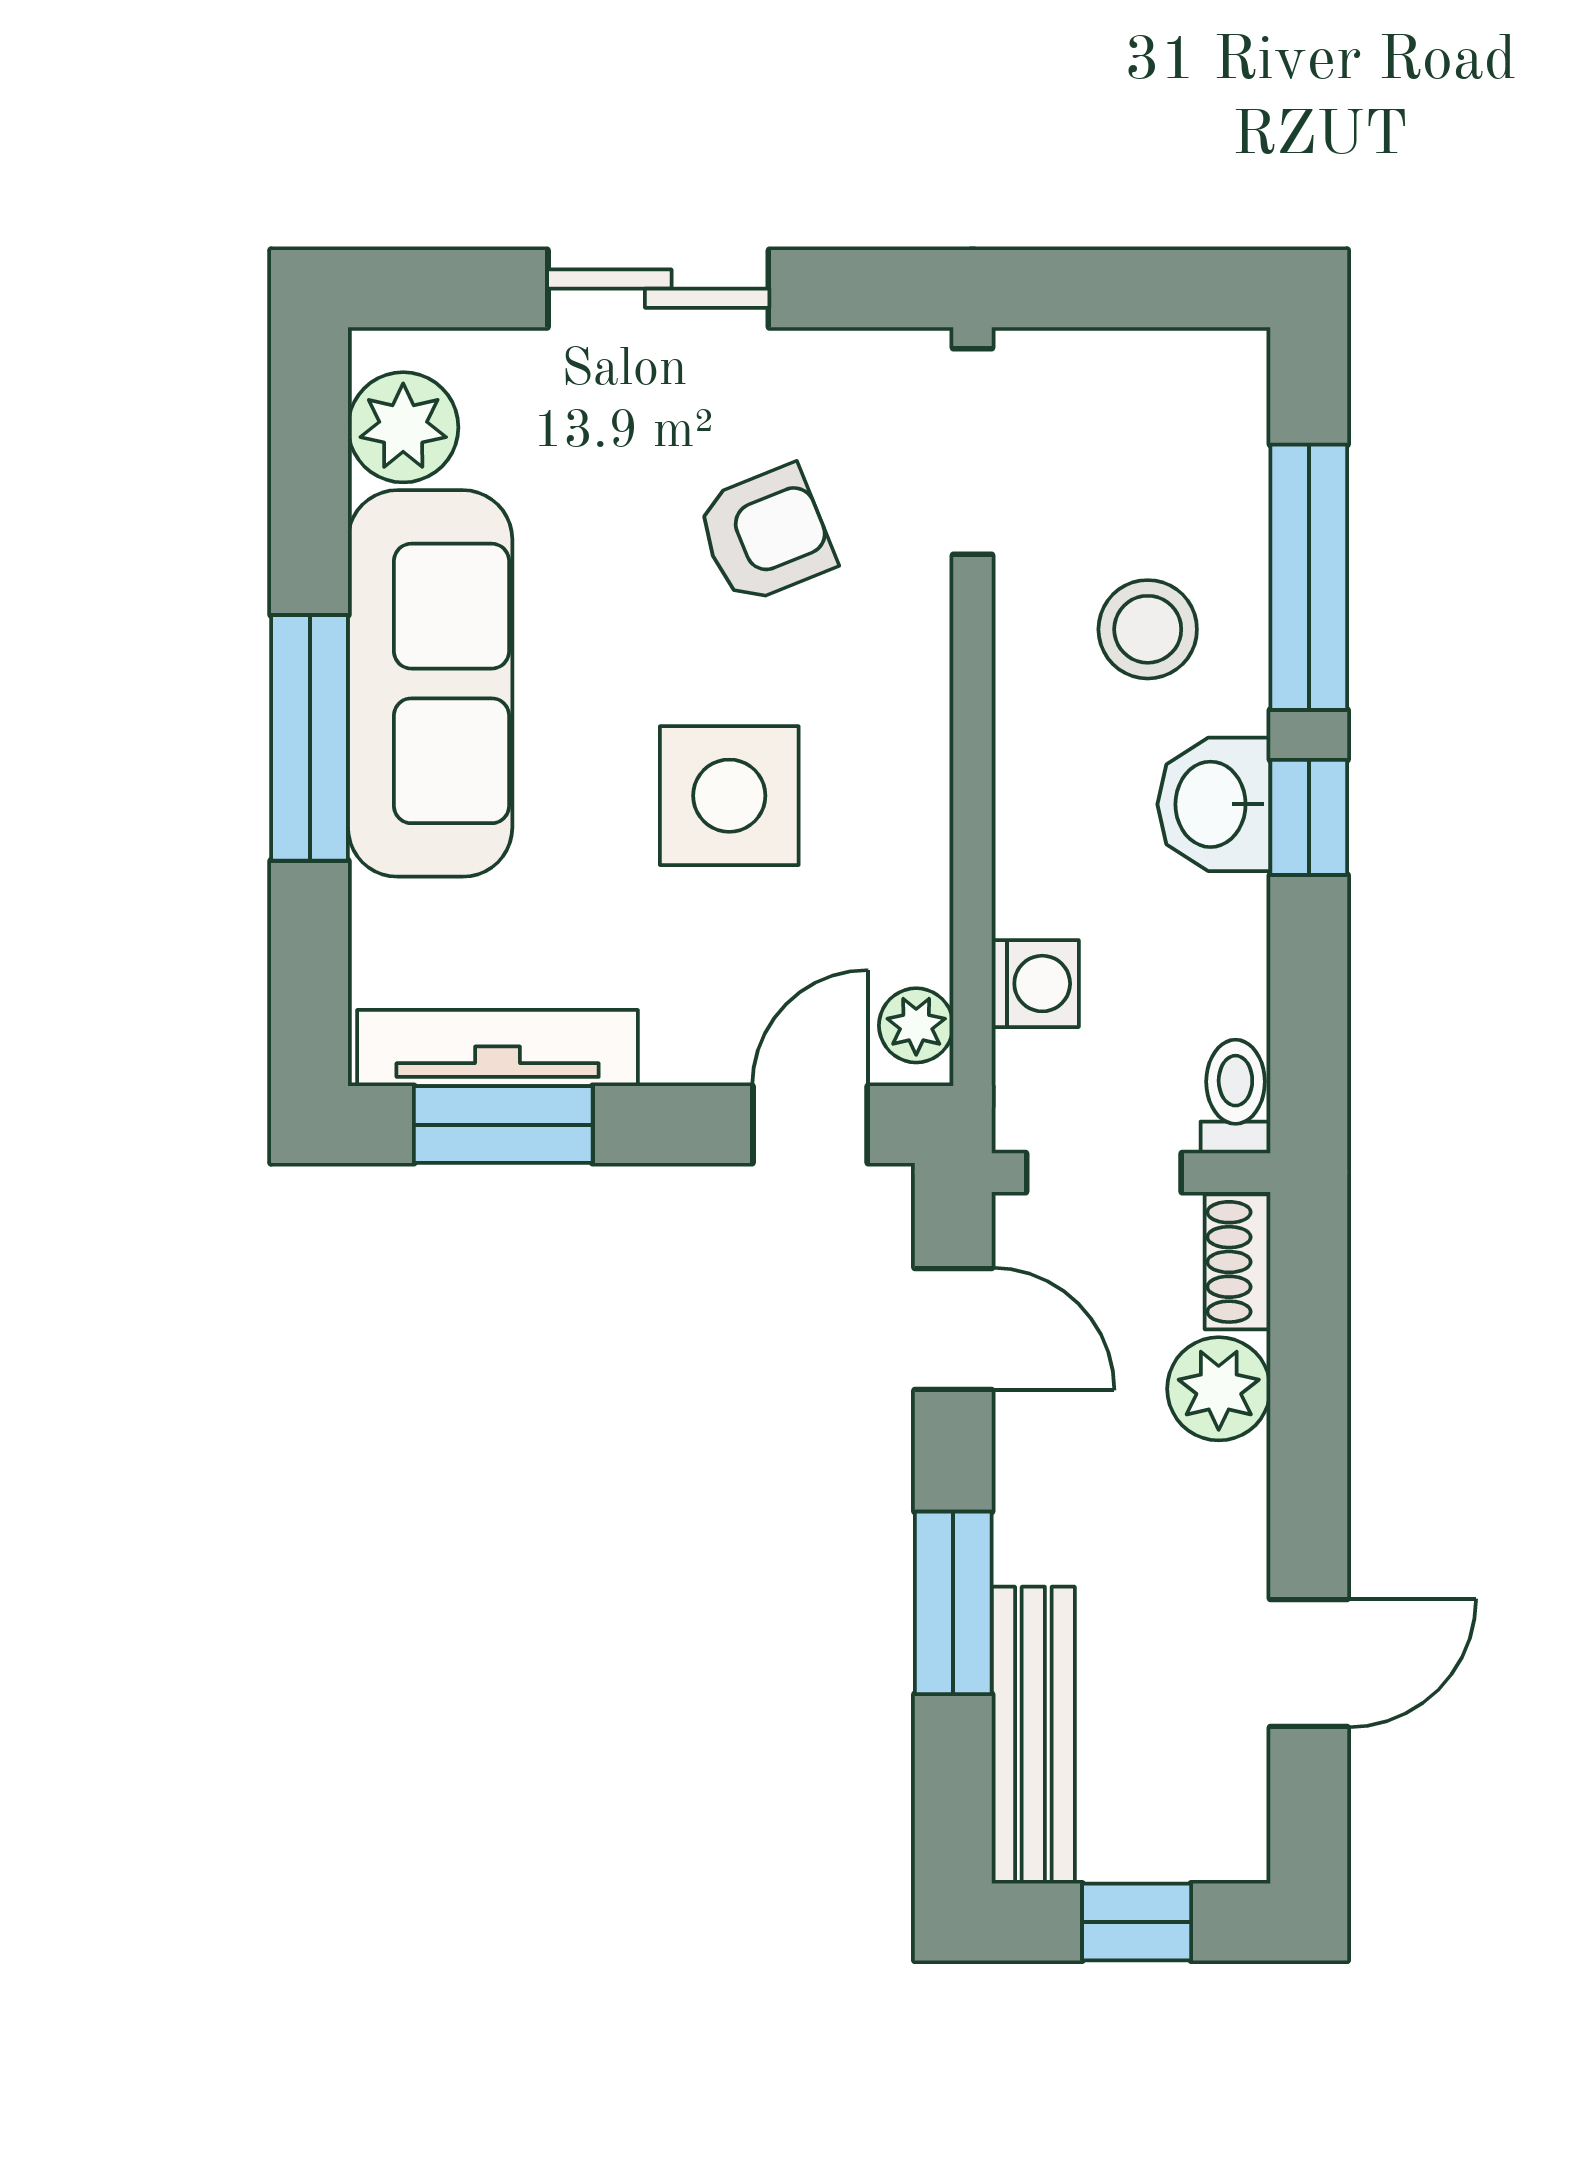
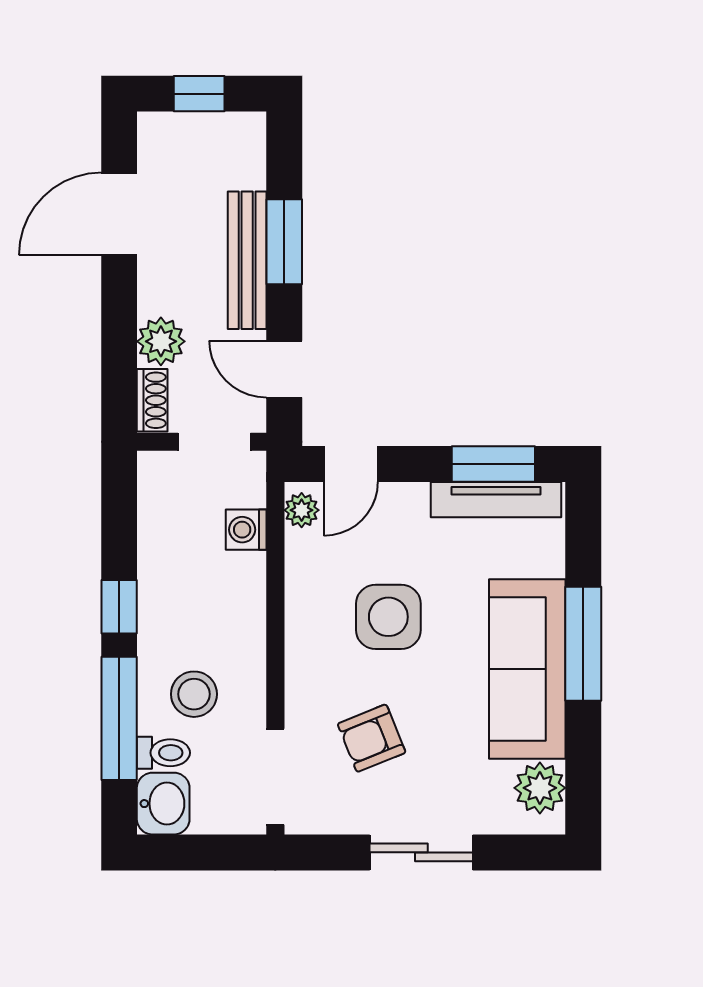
washbasin: (1214, 804) -> (163, 804), moved
toilet: (1235, 1097) -> (163, 753), moved, turned -90
door: (1309, 1663) -> (119, 214), width x1.38
bench: (1033, 1735) -> (247, 260), moved

